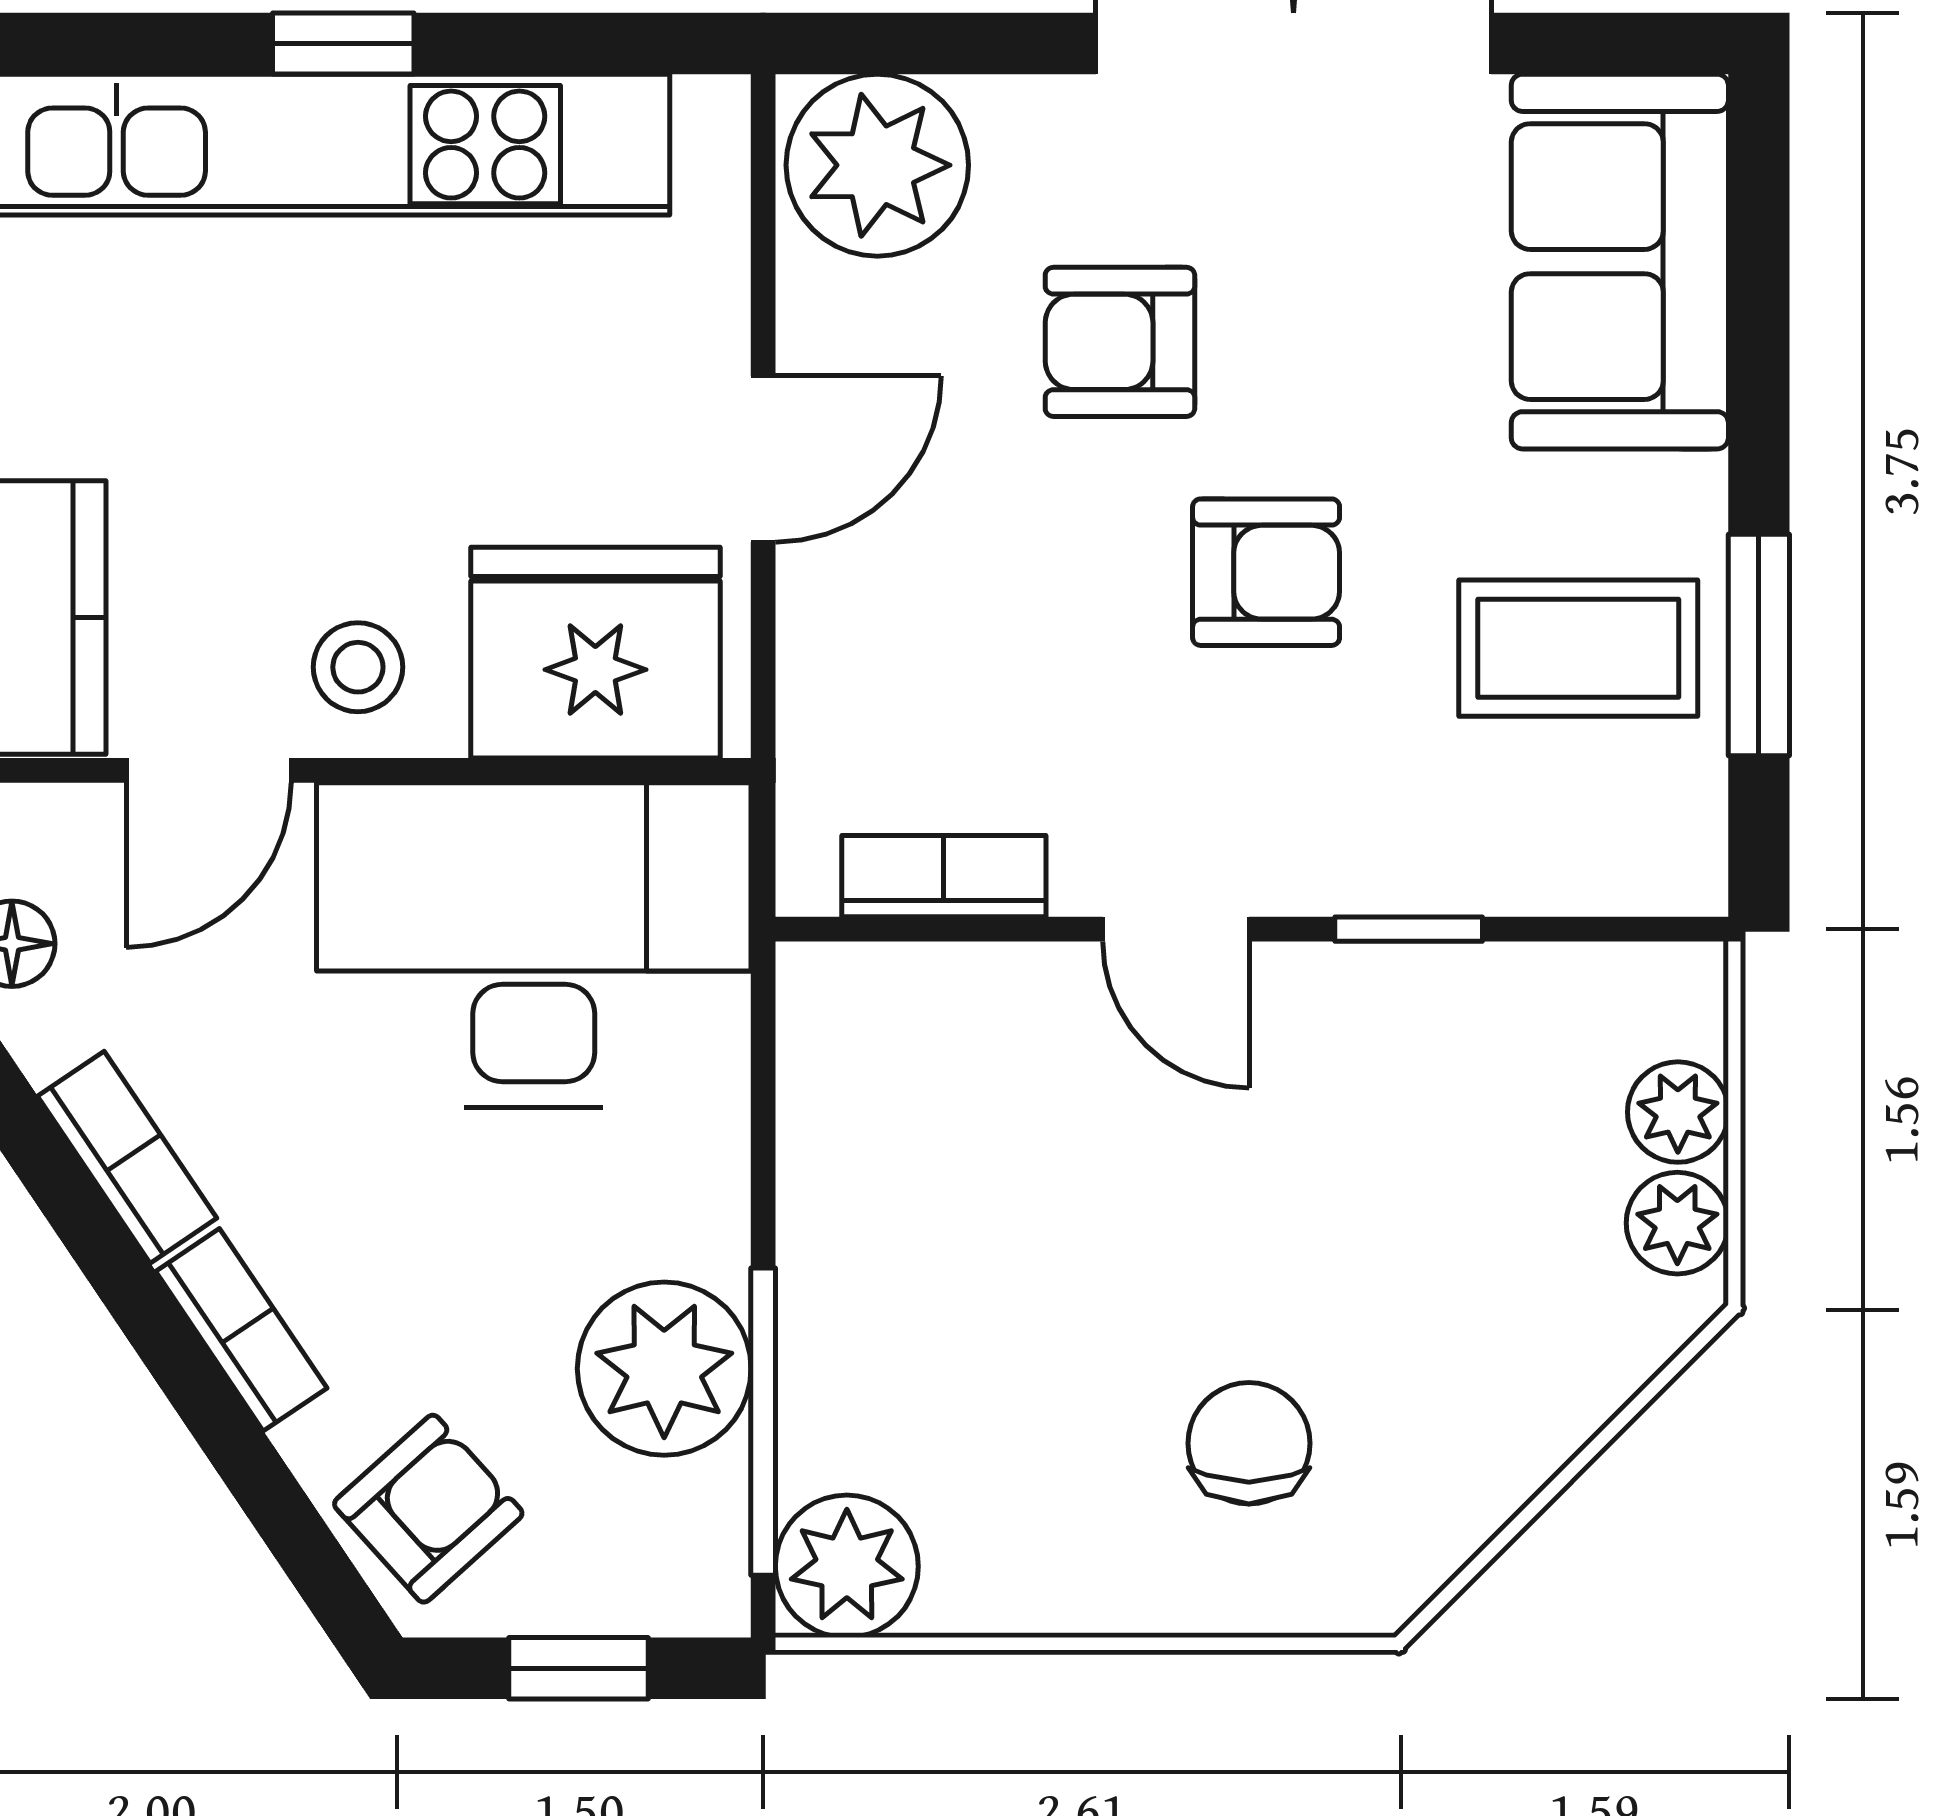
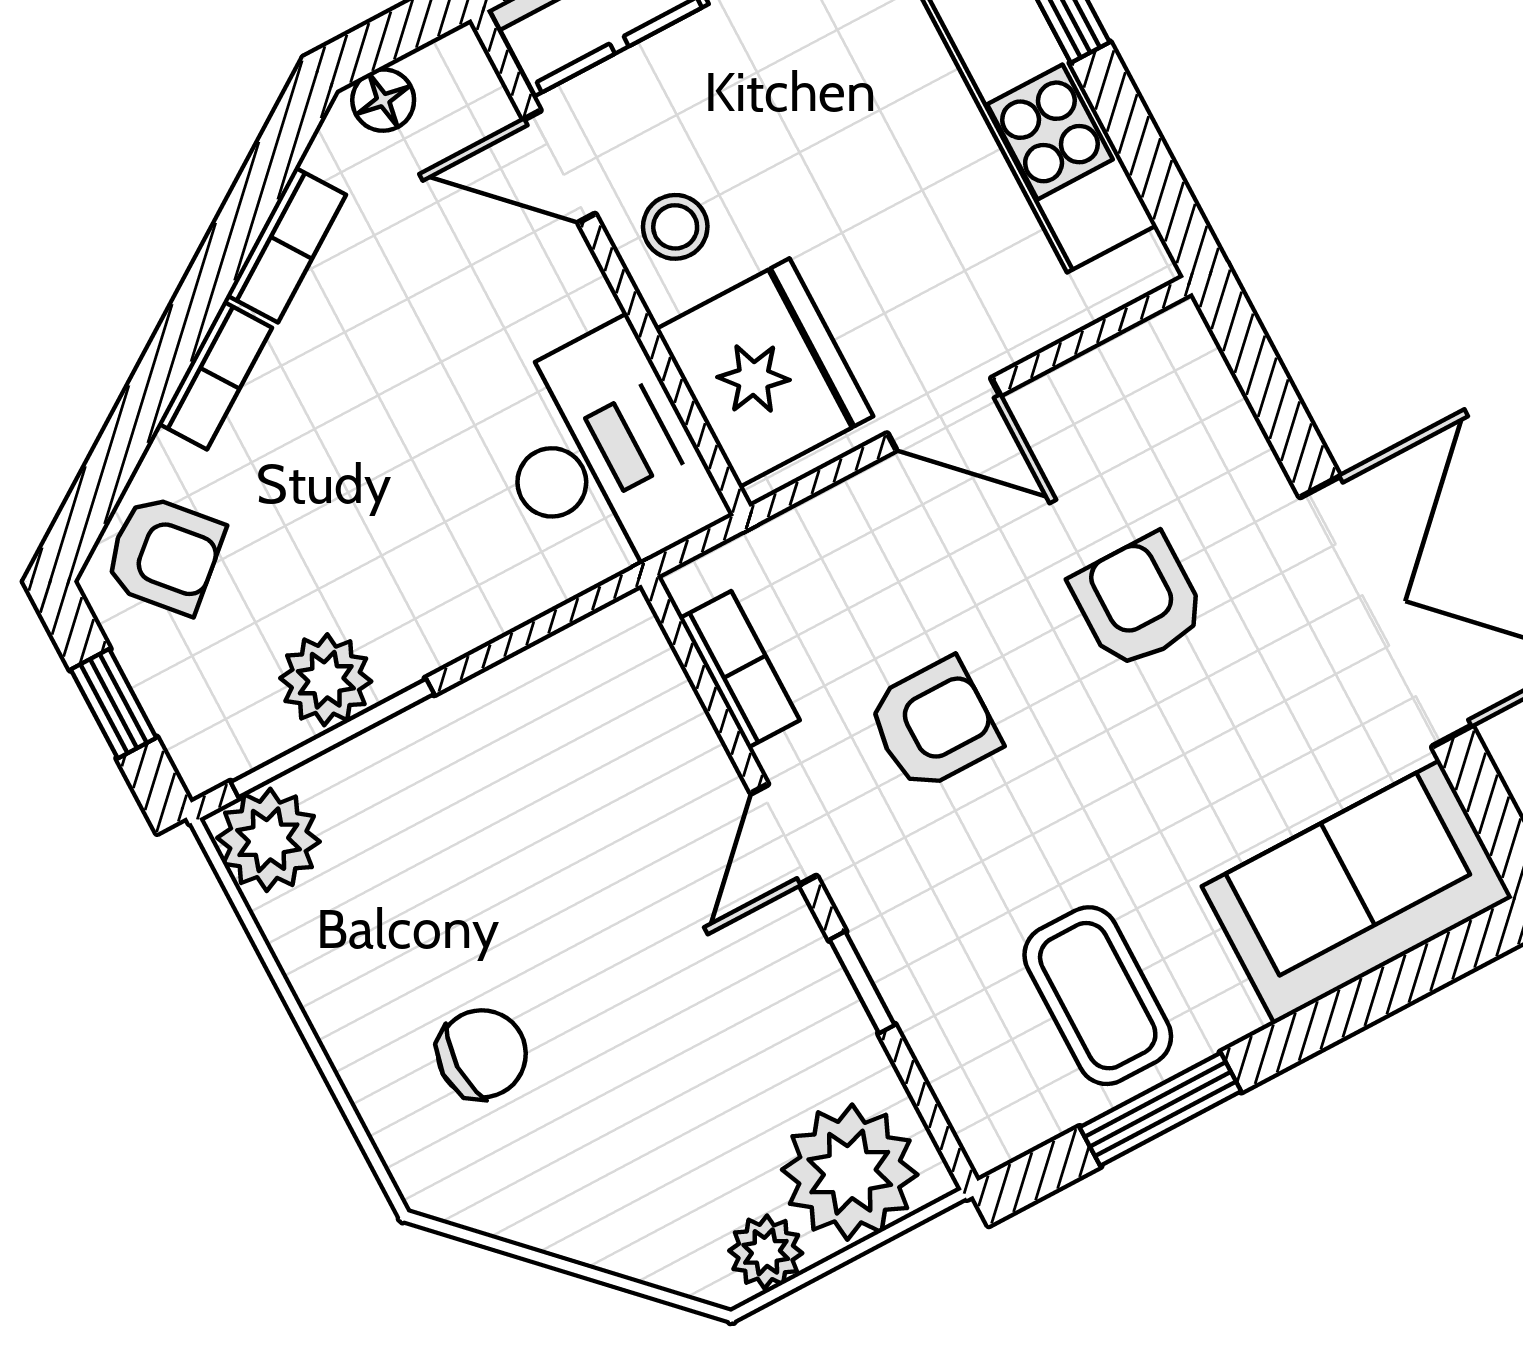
plant: (877, 165) -> (1169, 388), removed
armchair: (1266, 572) -> (934, 724), moved, turned -90
desk: (534, 945) -> (601, 456), width x0.73, depth x0.77
plant: (1678, 1112) -> (850, 1172), width x1.87, depth x1.87
plant: (664, 1369) -> (326, 680), width x0.73, depth x0.73

